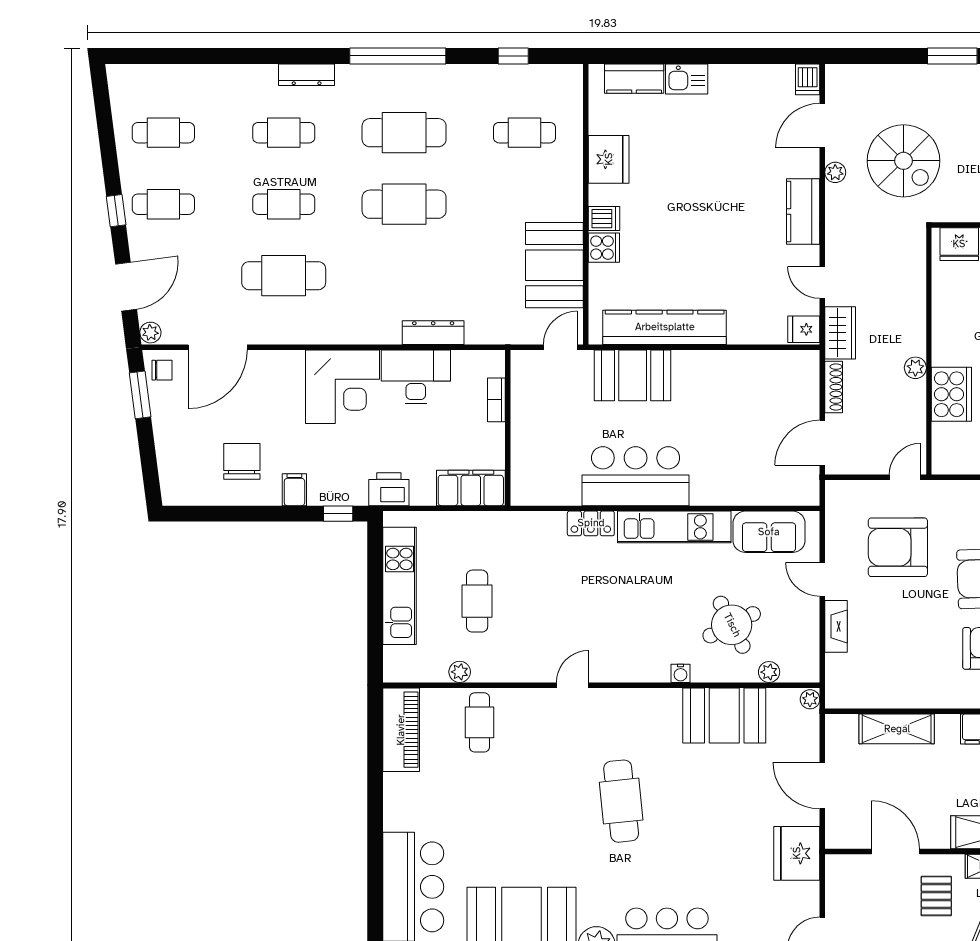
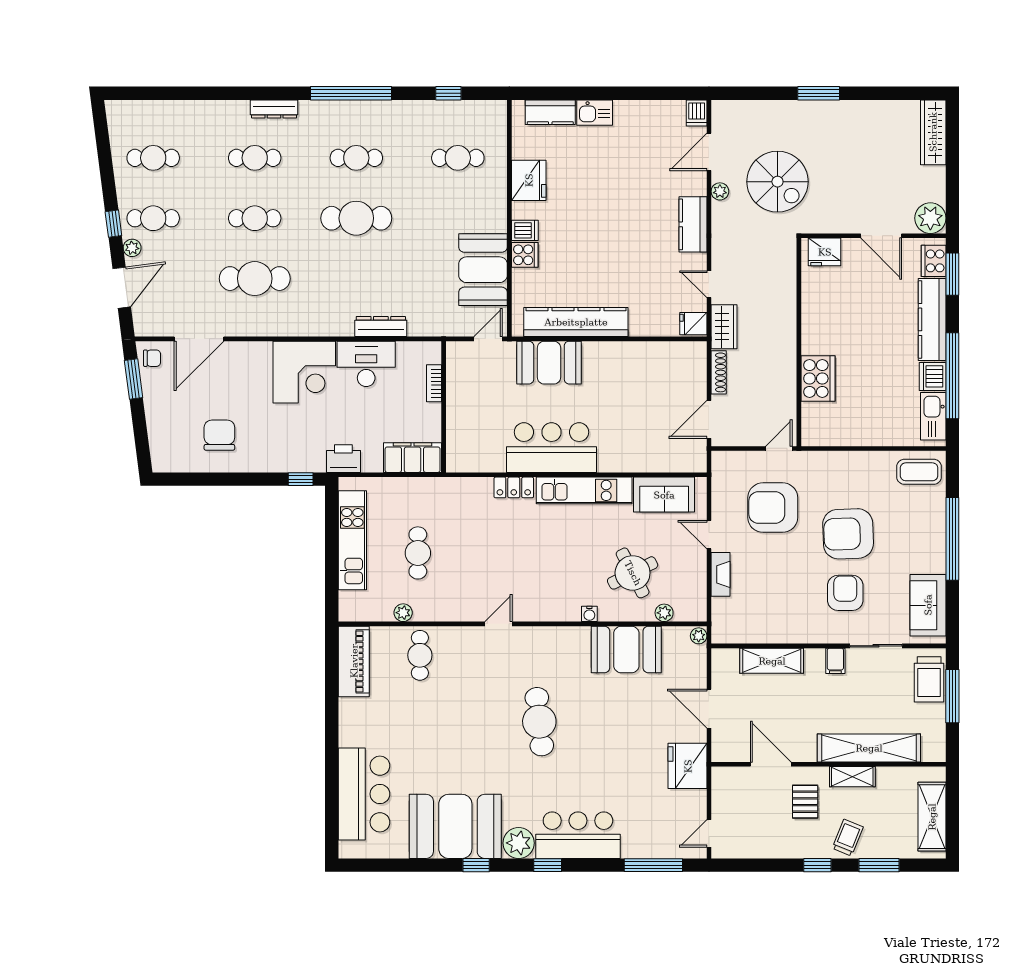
cafe table: (404, 133) -> (356, 158), width x0.73, depth x0.74
plant: (150, 333) -> (132, 248), moved
plant: (915, 368) -> (788, 356), removed
filing cabinet: (294, 490) -> (264, 459), removed

